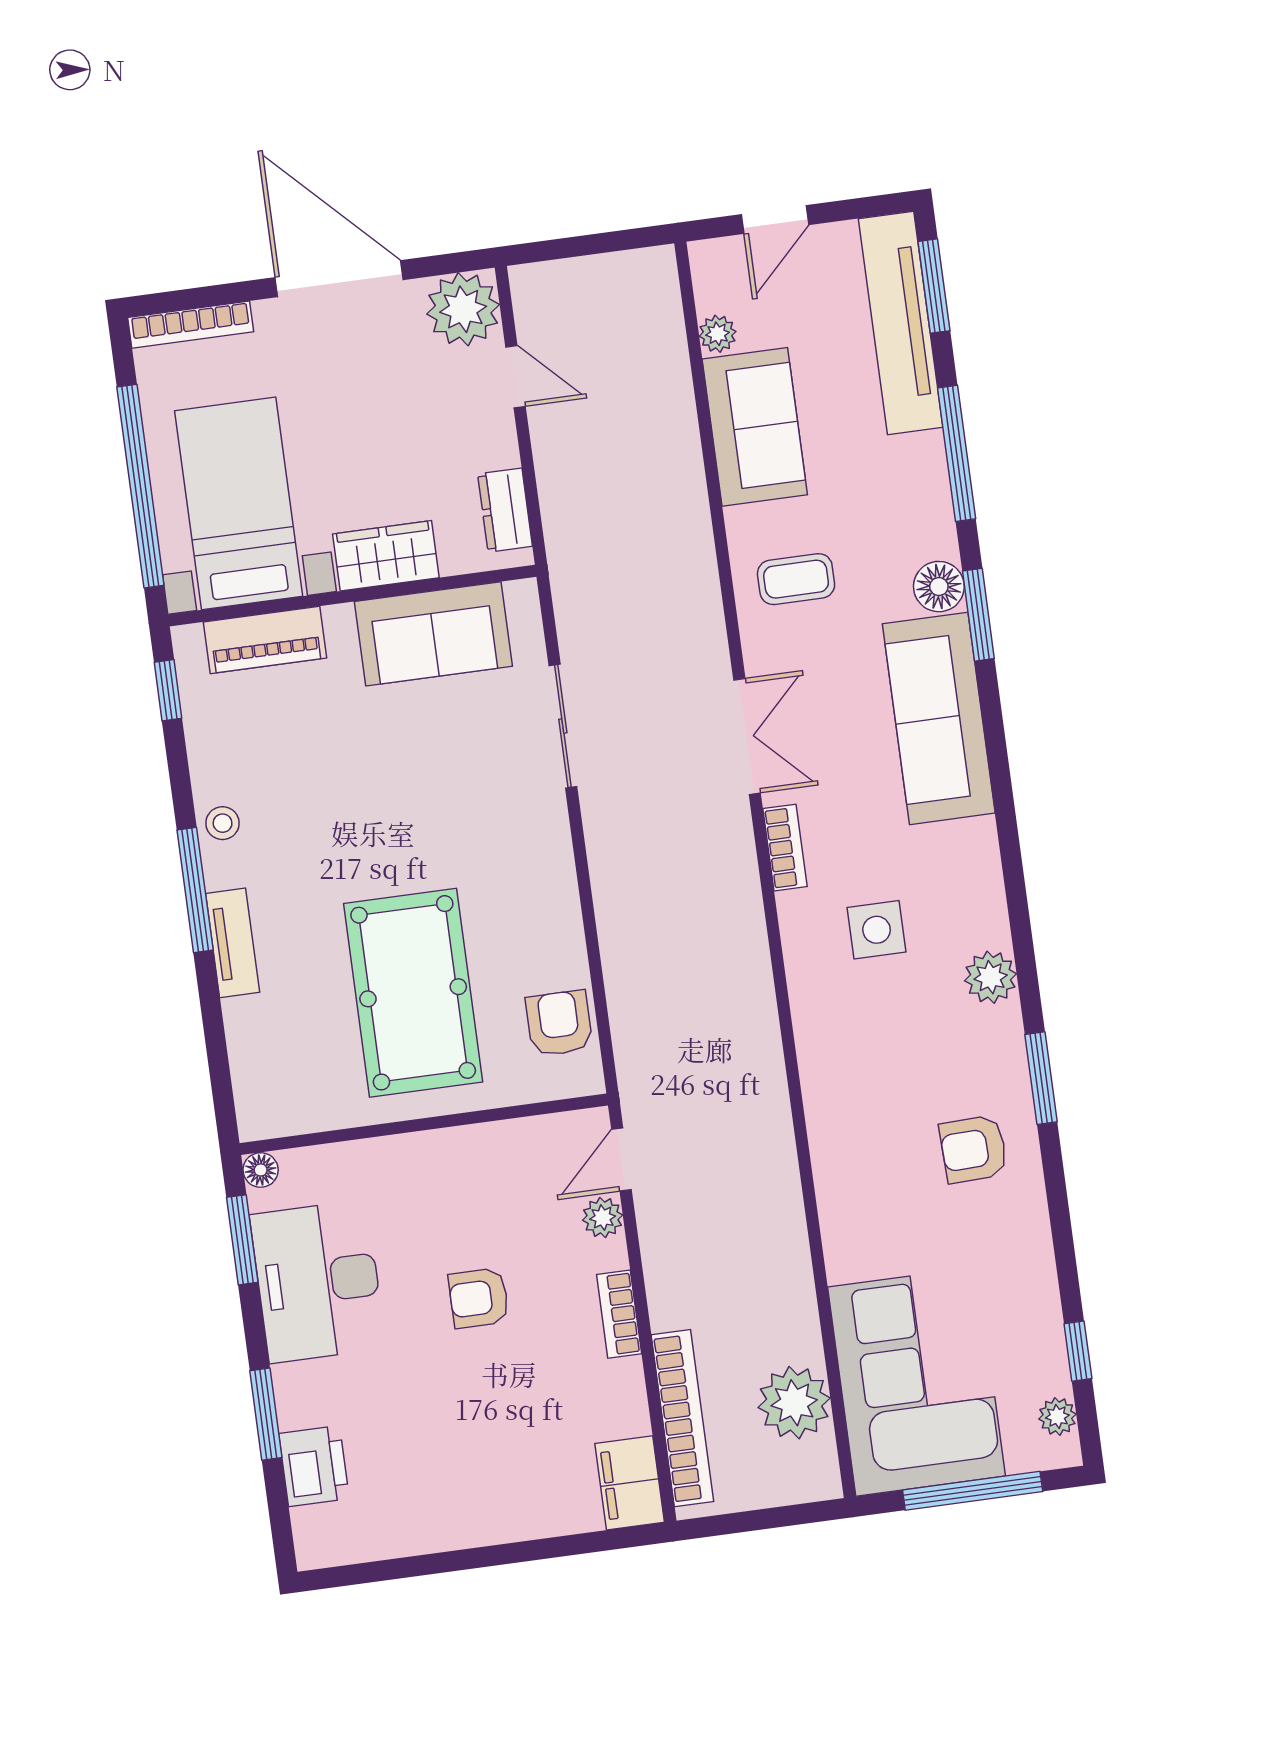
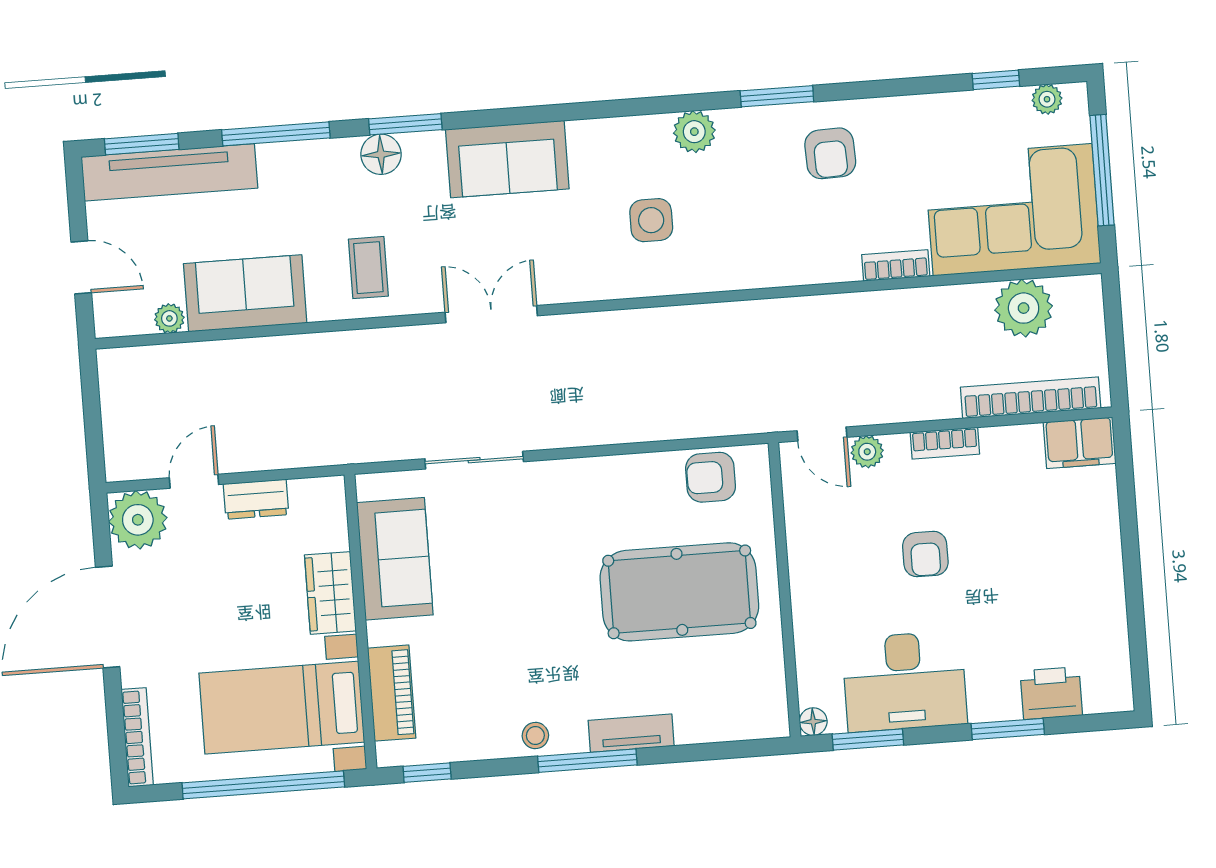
dresser: (505, 510) -> (256, 499), moved
sofa: (939, 718) -> (507, 159), width x0.73
bookcase: (785, 848) -> (896, 265), moved

